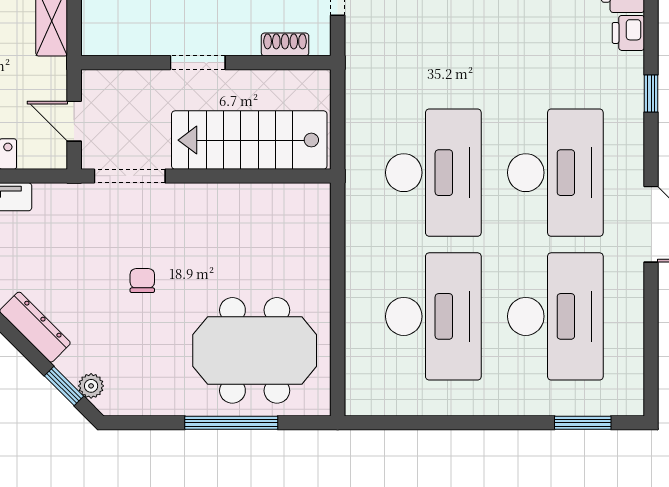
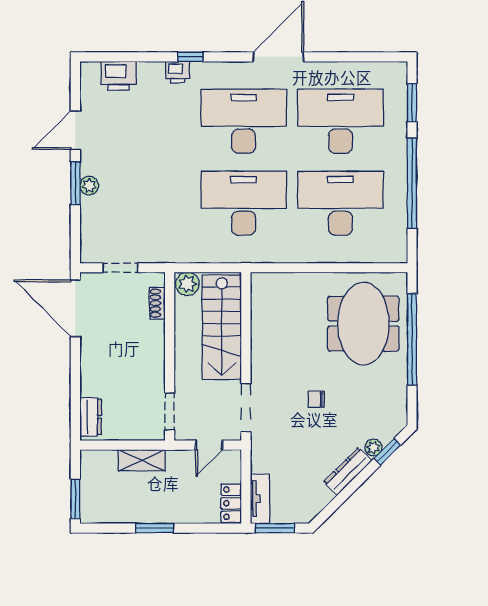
printer: (628, 33) -> (178, 72), moved
doorway: (198, 63) -> (170, 412), moved
plant: (314, 89) -> (187, 284), added
plant: (91, 386) -> (373, 447), moved
window: (231, 423) -> (412, 339), width x1.46
window: (463, 423) -> (412, 183), added

